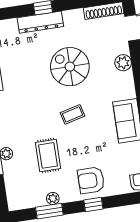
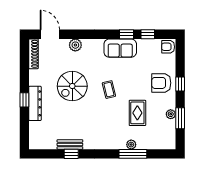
rug: (48, 155) -> (137, 113), turned 90
armchair: (91, 180) -> (161, 83), turned 90

